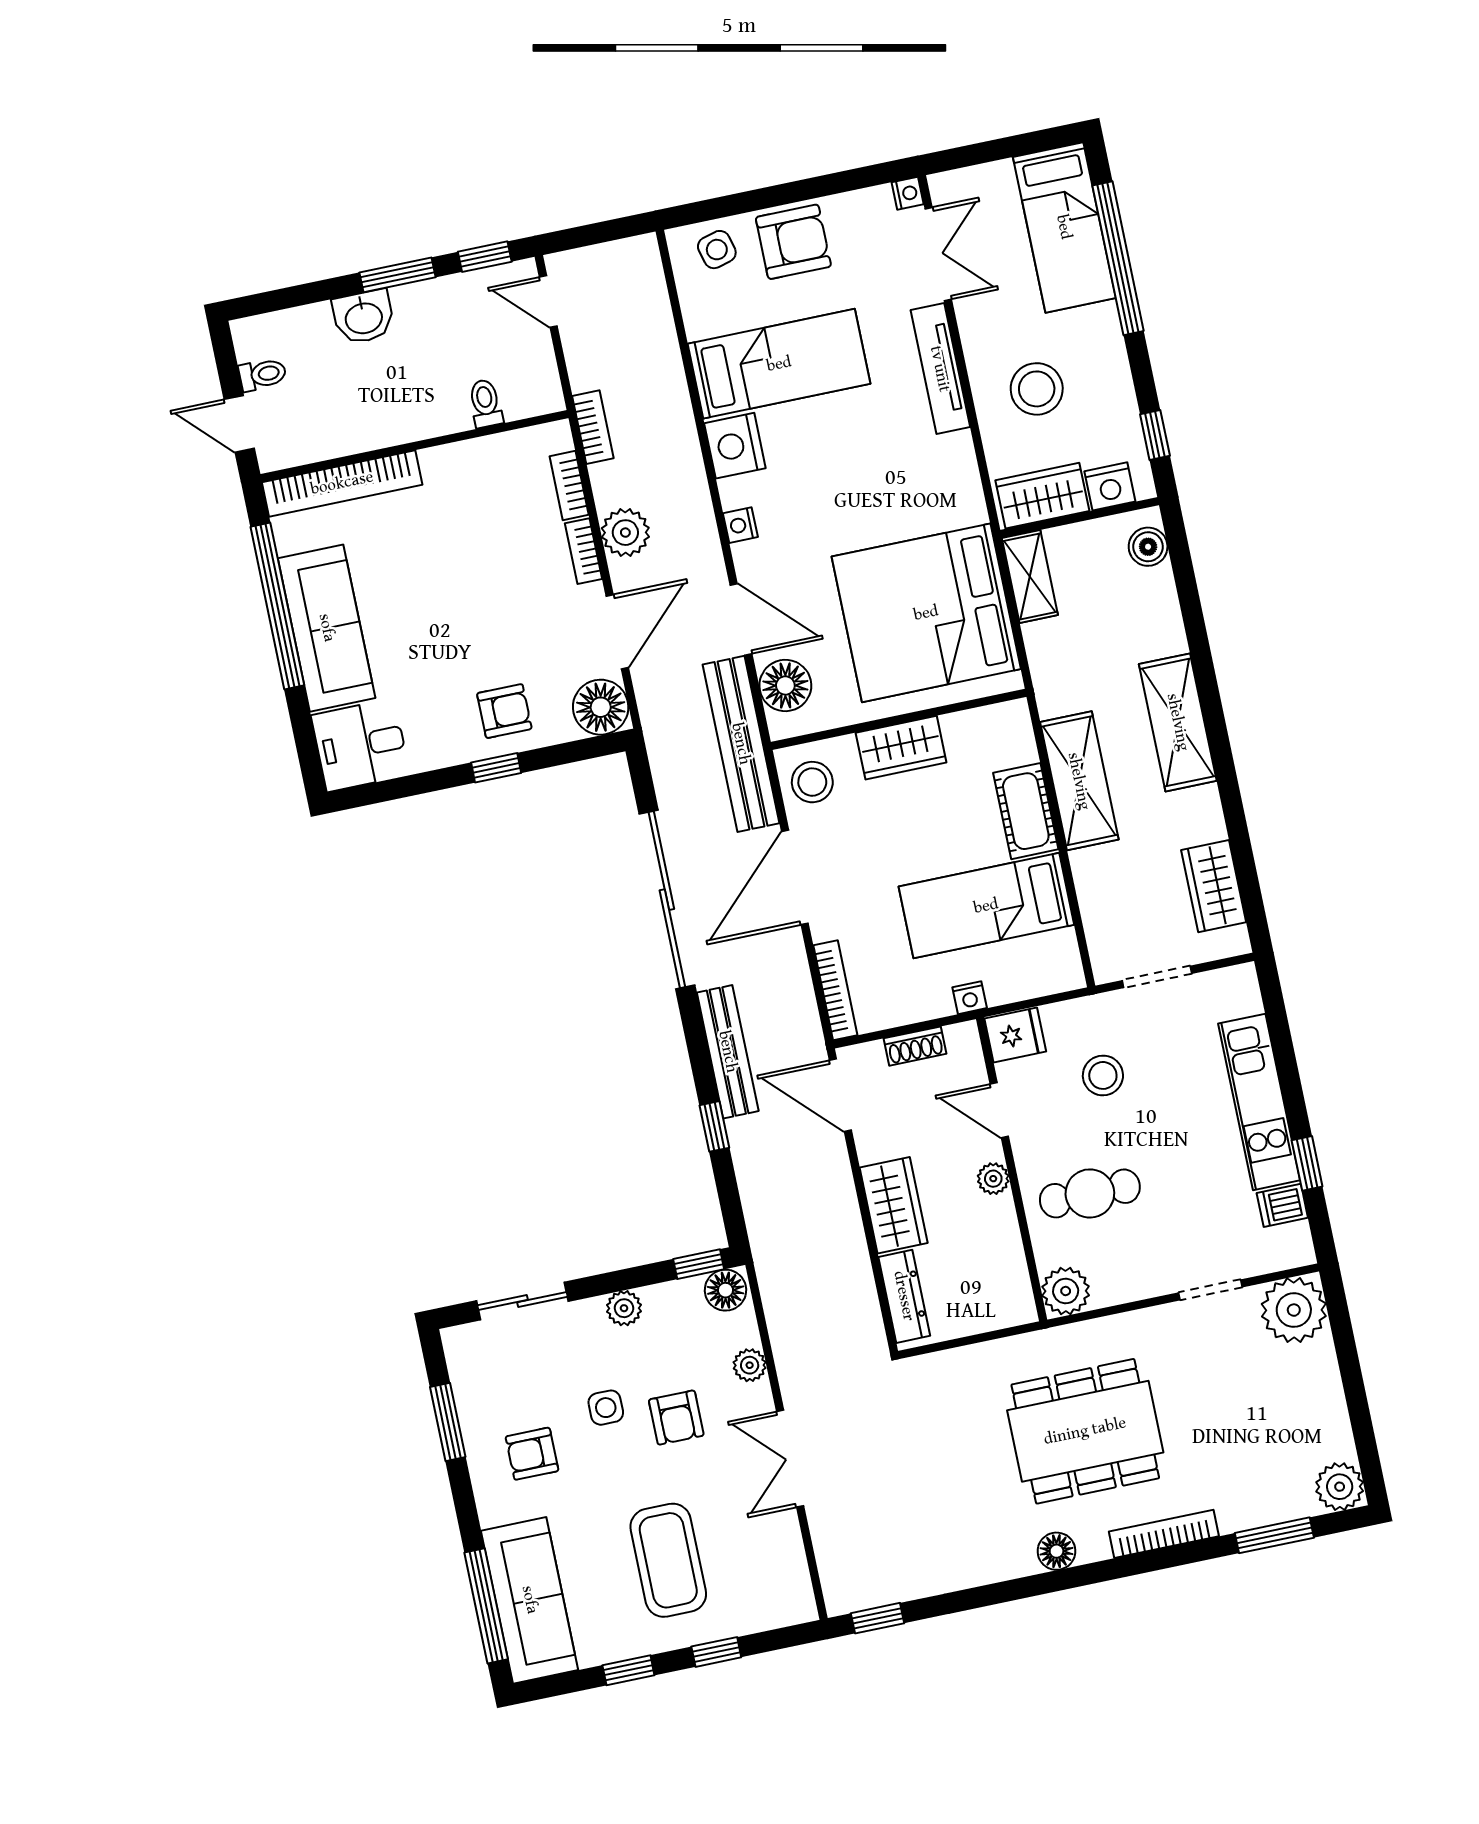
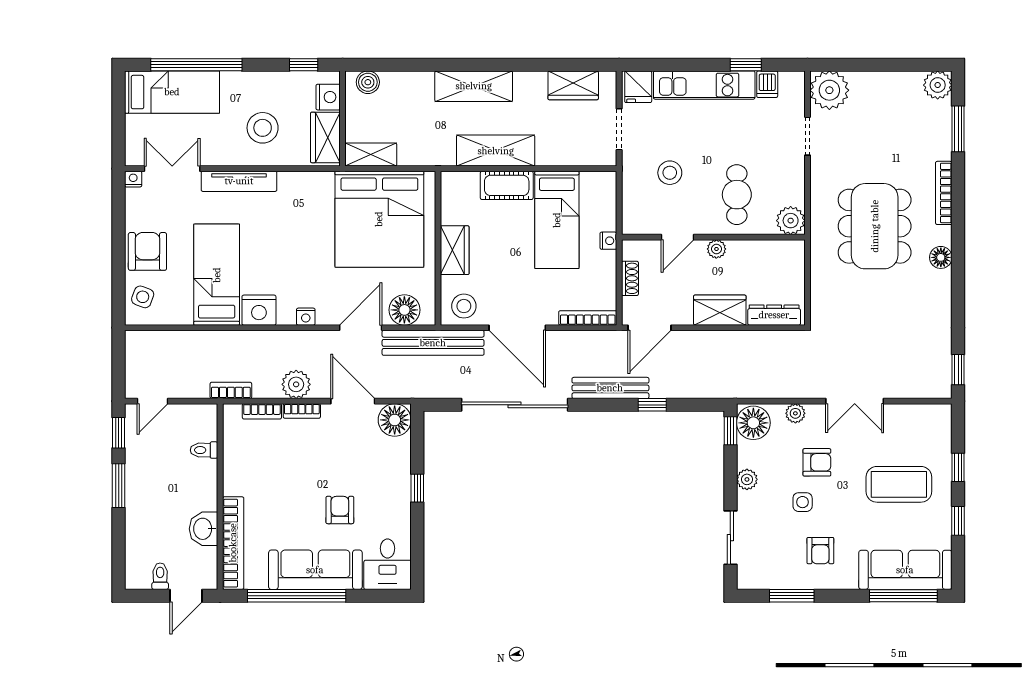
side table: (717, 250) -> (143, 297), turned 36
washbasin: (364, 317) -> (203, 529), moved, turned 180
armchair: (504, 711) -> (340, 510), moved
fridge: (1015, 1035) -> (638, 87), moved, turned 180
floor lamp: (726, 1290) -> (753, 423), width x1.38, depth x1.38

